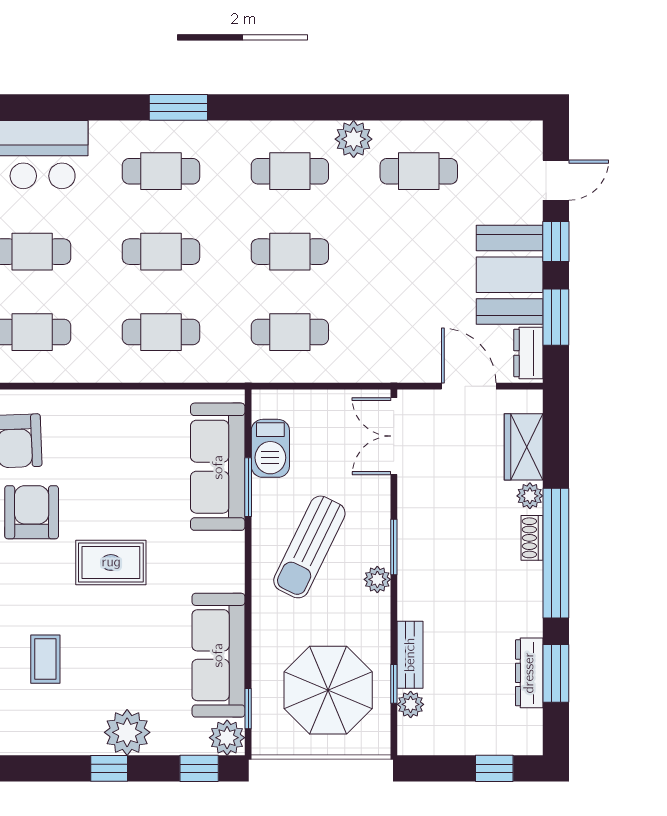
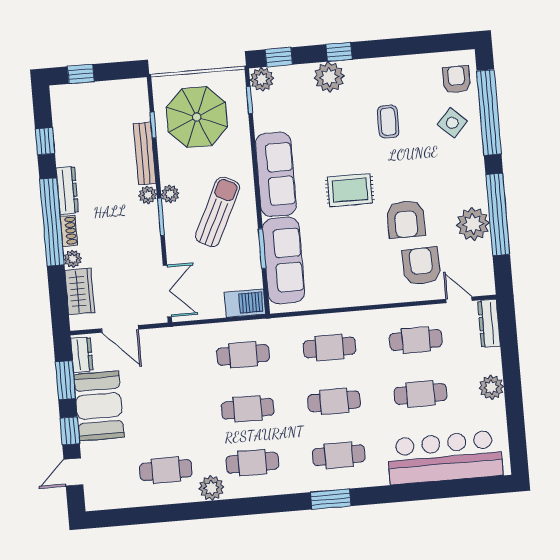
barbecue: (270, 448) -> (245, 303), moved, turned 90
sofa: (218, 655) -> (276, 174), moved
bench: (410, 655) -> (145, 154), width x1.36
dresser: (529, 673) -> (67, 190), moved
window: (556, 673) -> (45, 141), width x0.67
plant: (411, 704) -> (148, 195), moved

